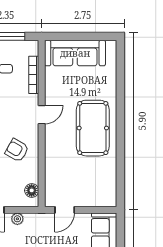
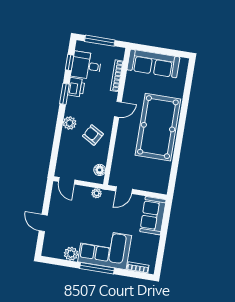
pool table: (93, 128) -> (158, 127), width x1.36, depth x1.32
plant: (17, 219) -> (97, 193), moved

